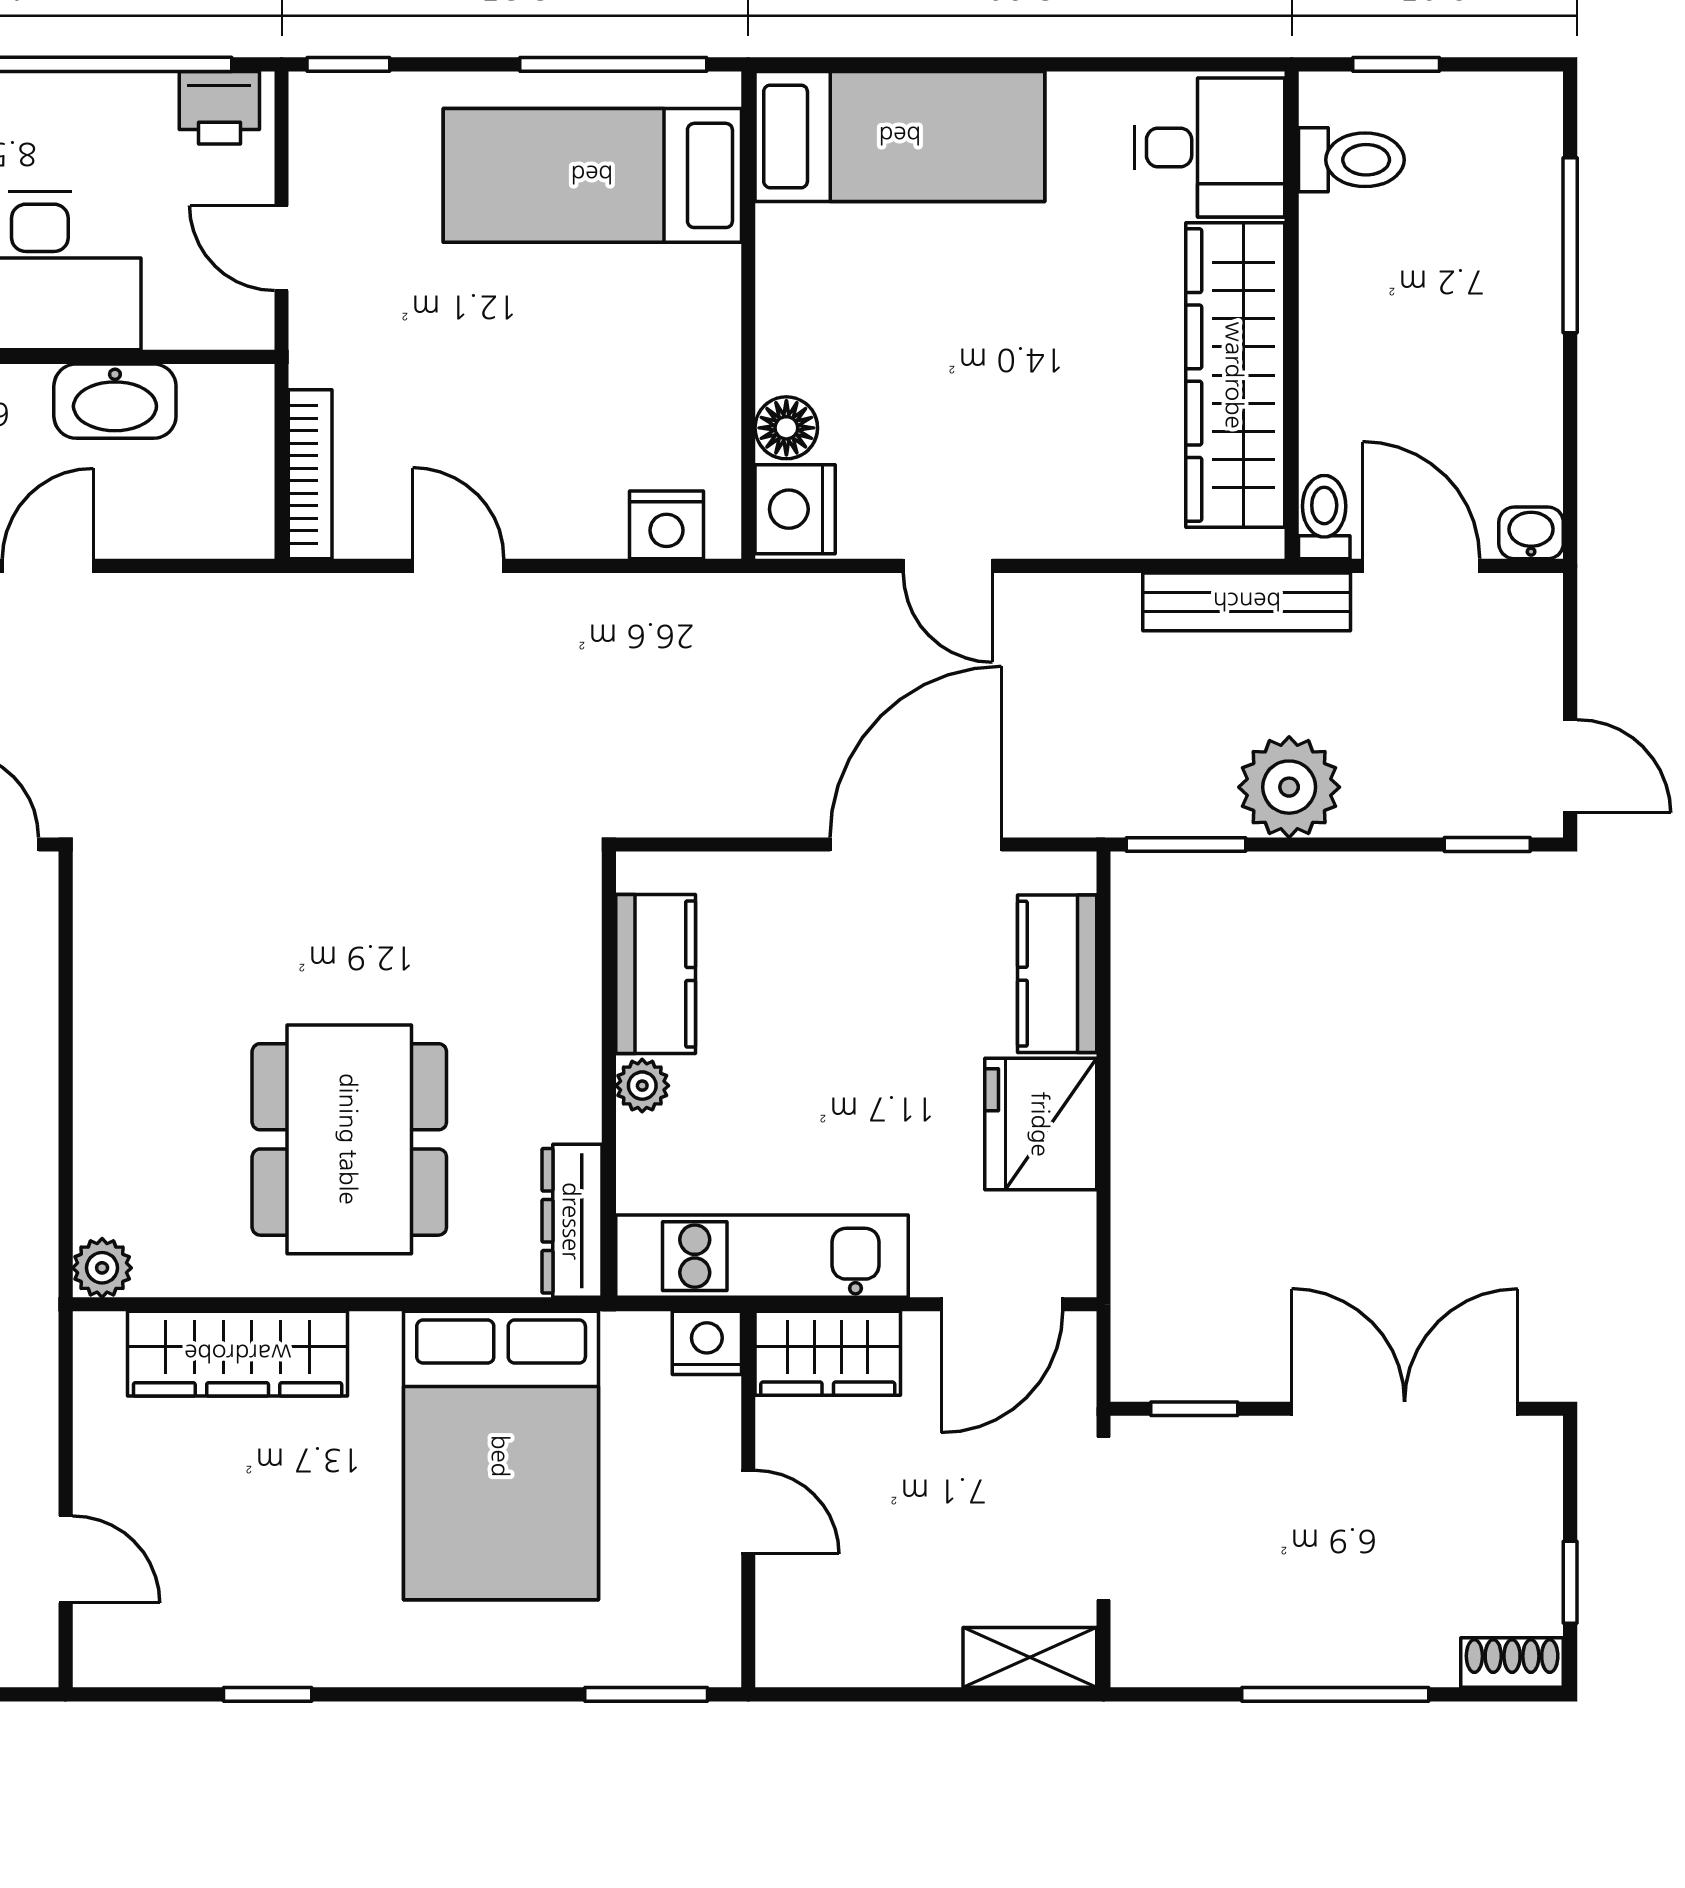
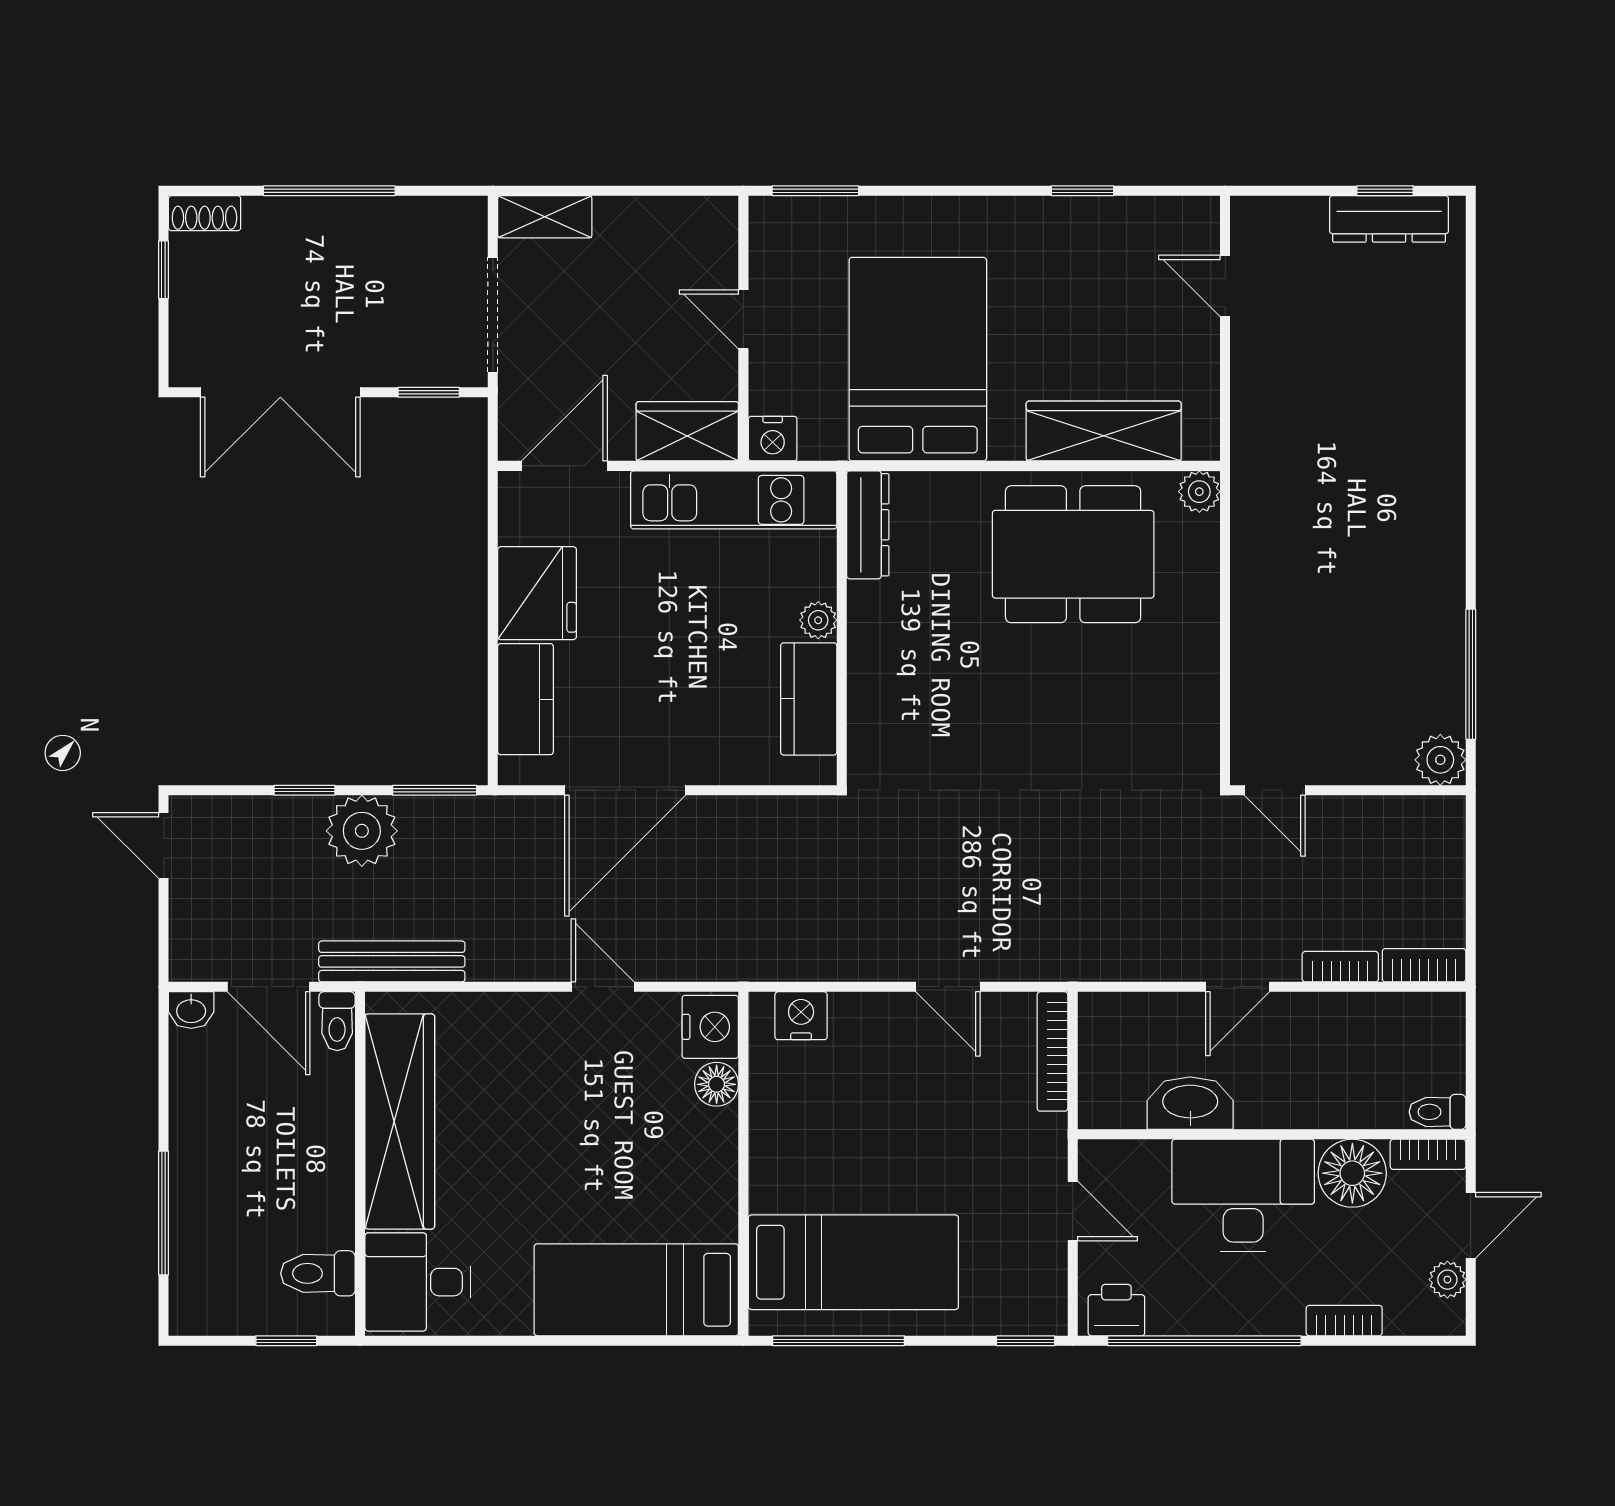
window: (1487, 845) -> (304, 790), moved
dining table: (349, 1139) -> (1073, 554), moved, turned 90

